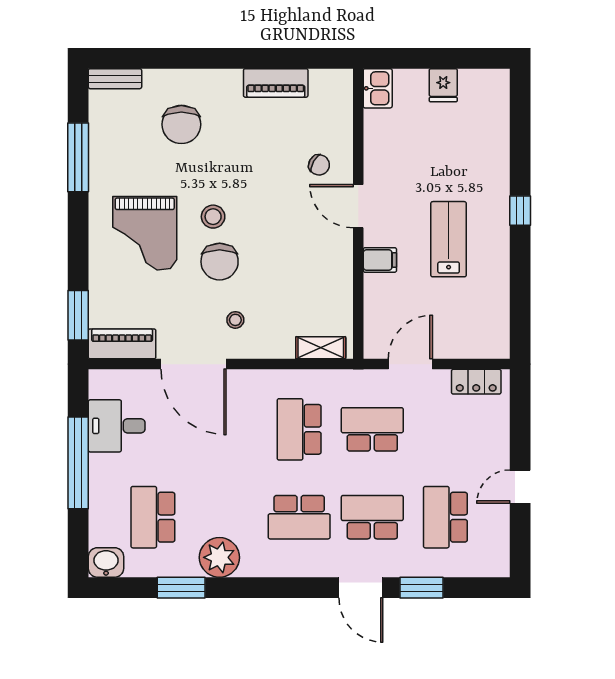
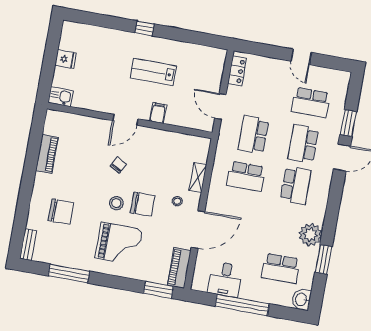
chair: (319, 165) -> (118, 165), moved
shelving: (321, 348) -> (198, 177), moved

